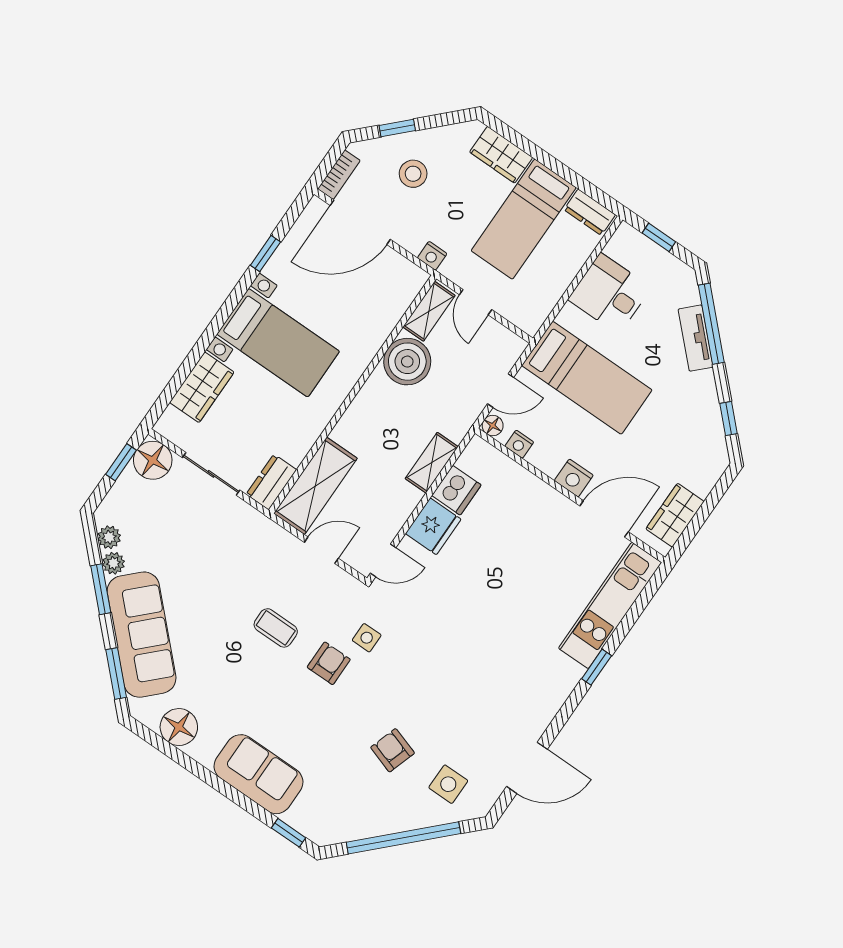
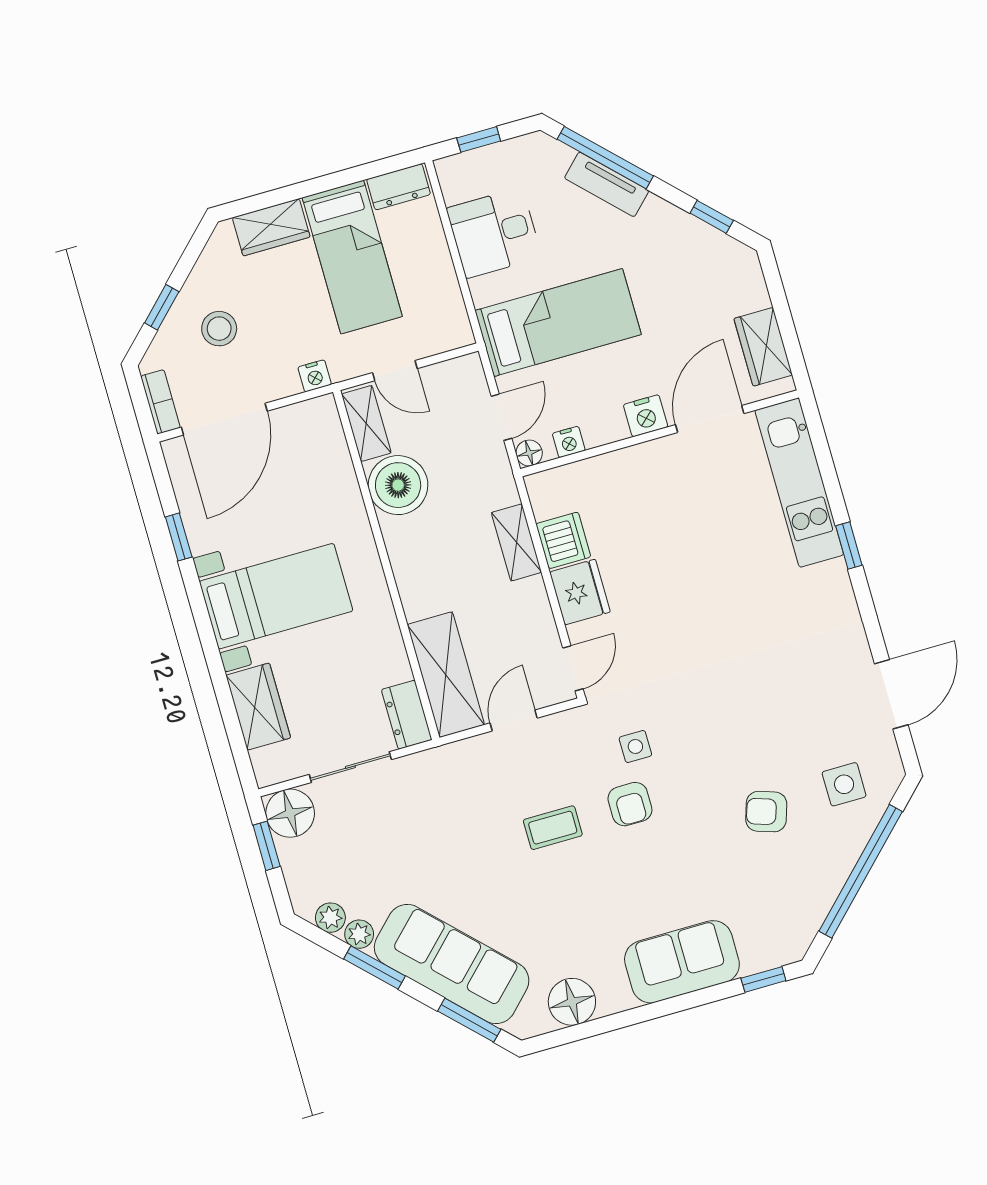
armchair: (329, 663) -> (630, 804), turned 180

